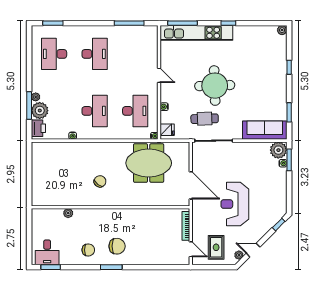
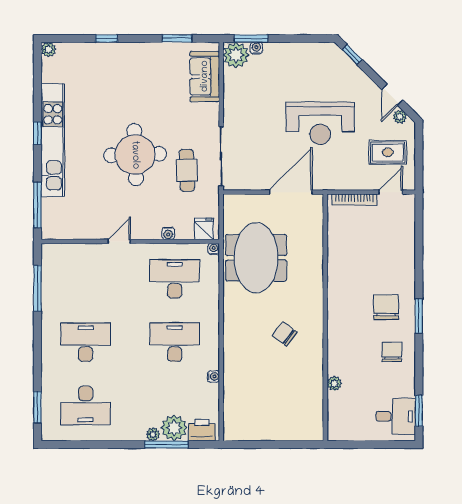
kitchen unit: (196, 33) -> (53, 140), moved
sofa: (265, 130) -> (205, 76), width x0.73

